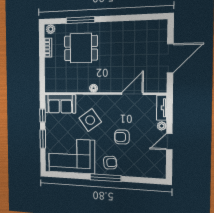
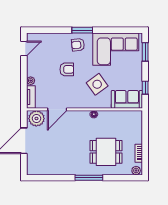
window: (80, 20) -> (89, 178), moved
plant: (156, 84) -> (36, 118), added
window: (43, 139) -> (145, 52), moved
door: (169, 142) -> (24, 49), moved
window: (106, 178) -> (82, 30), width x0.69

